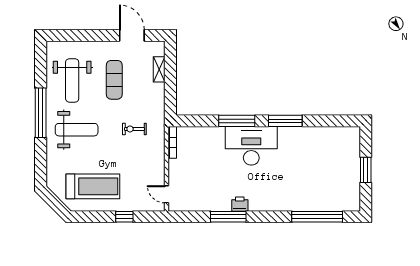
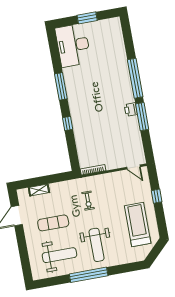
window: (237, 121) -> (68, 123), width x0.46
weight bench: (77, 130) -> (97, 245), turned 180
desk: (251, 146) -> (73, 45), moved
door: (167, 194) -> (134, 167), hinge flipped
window: (317, 217) -> (135, 78), moved

